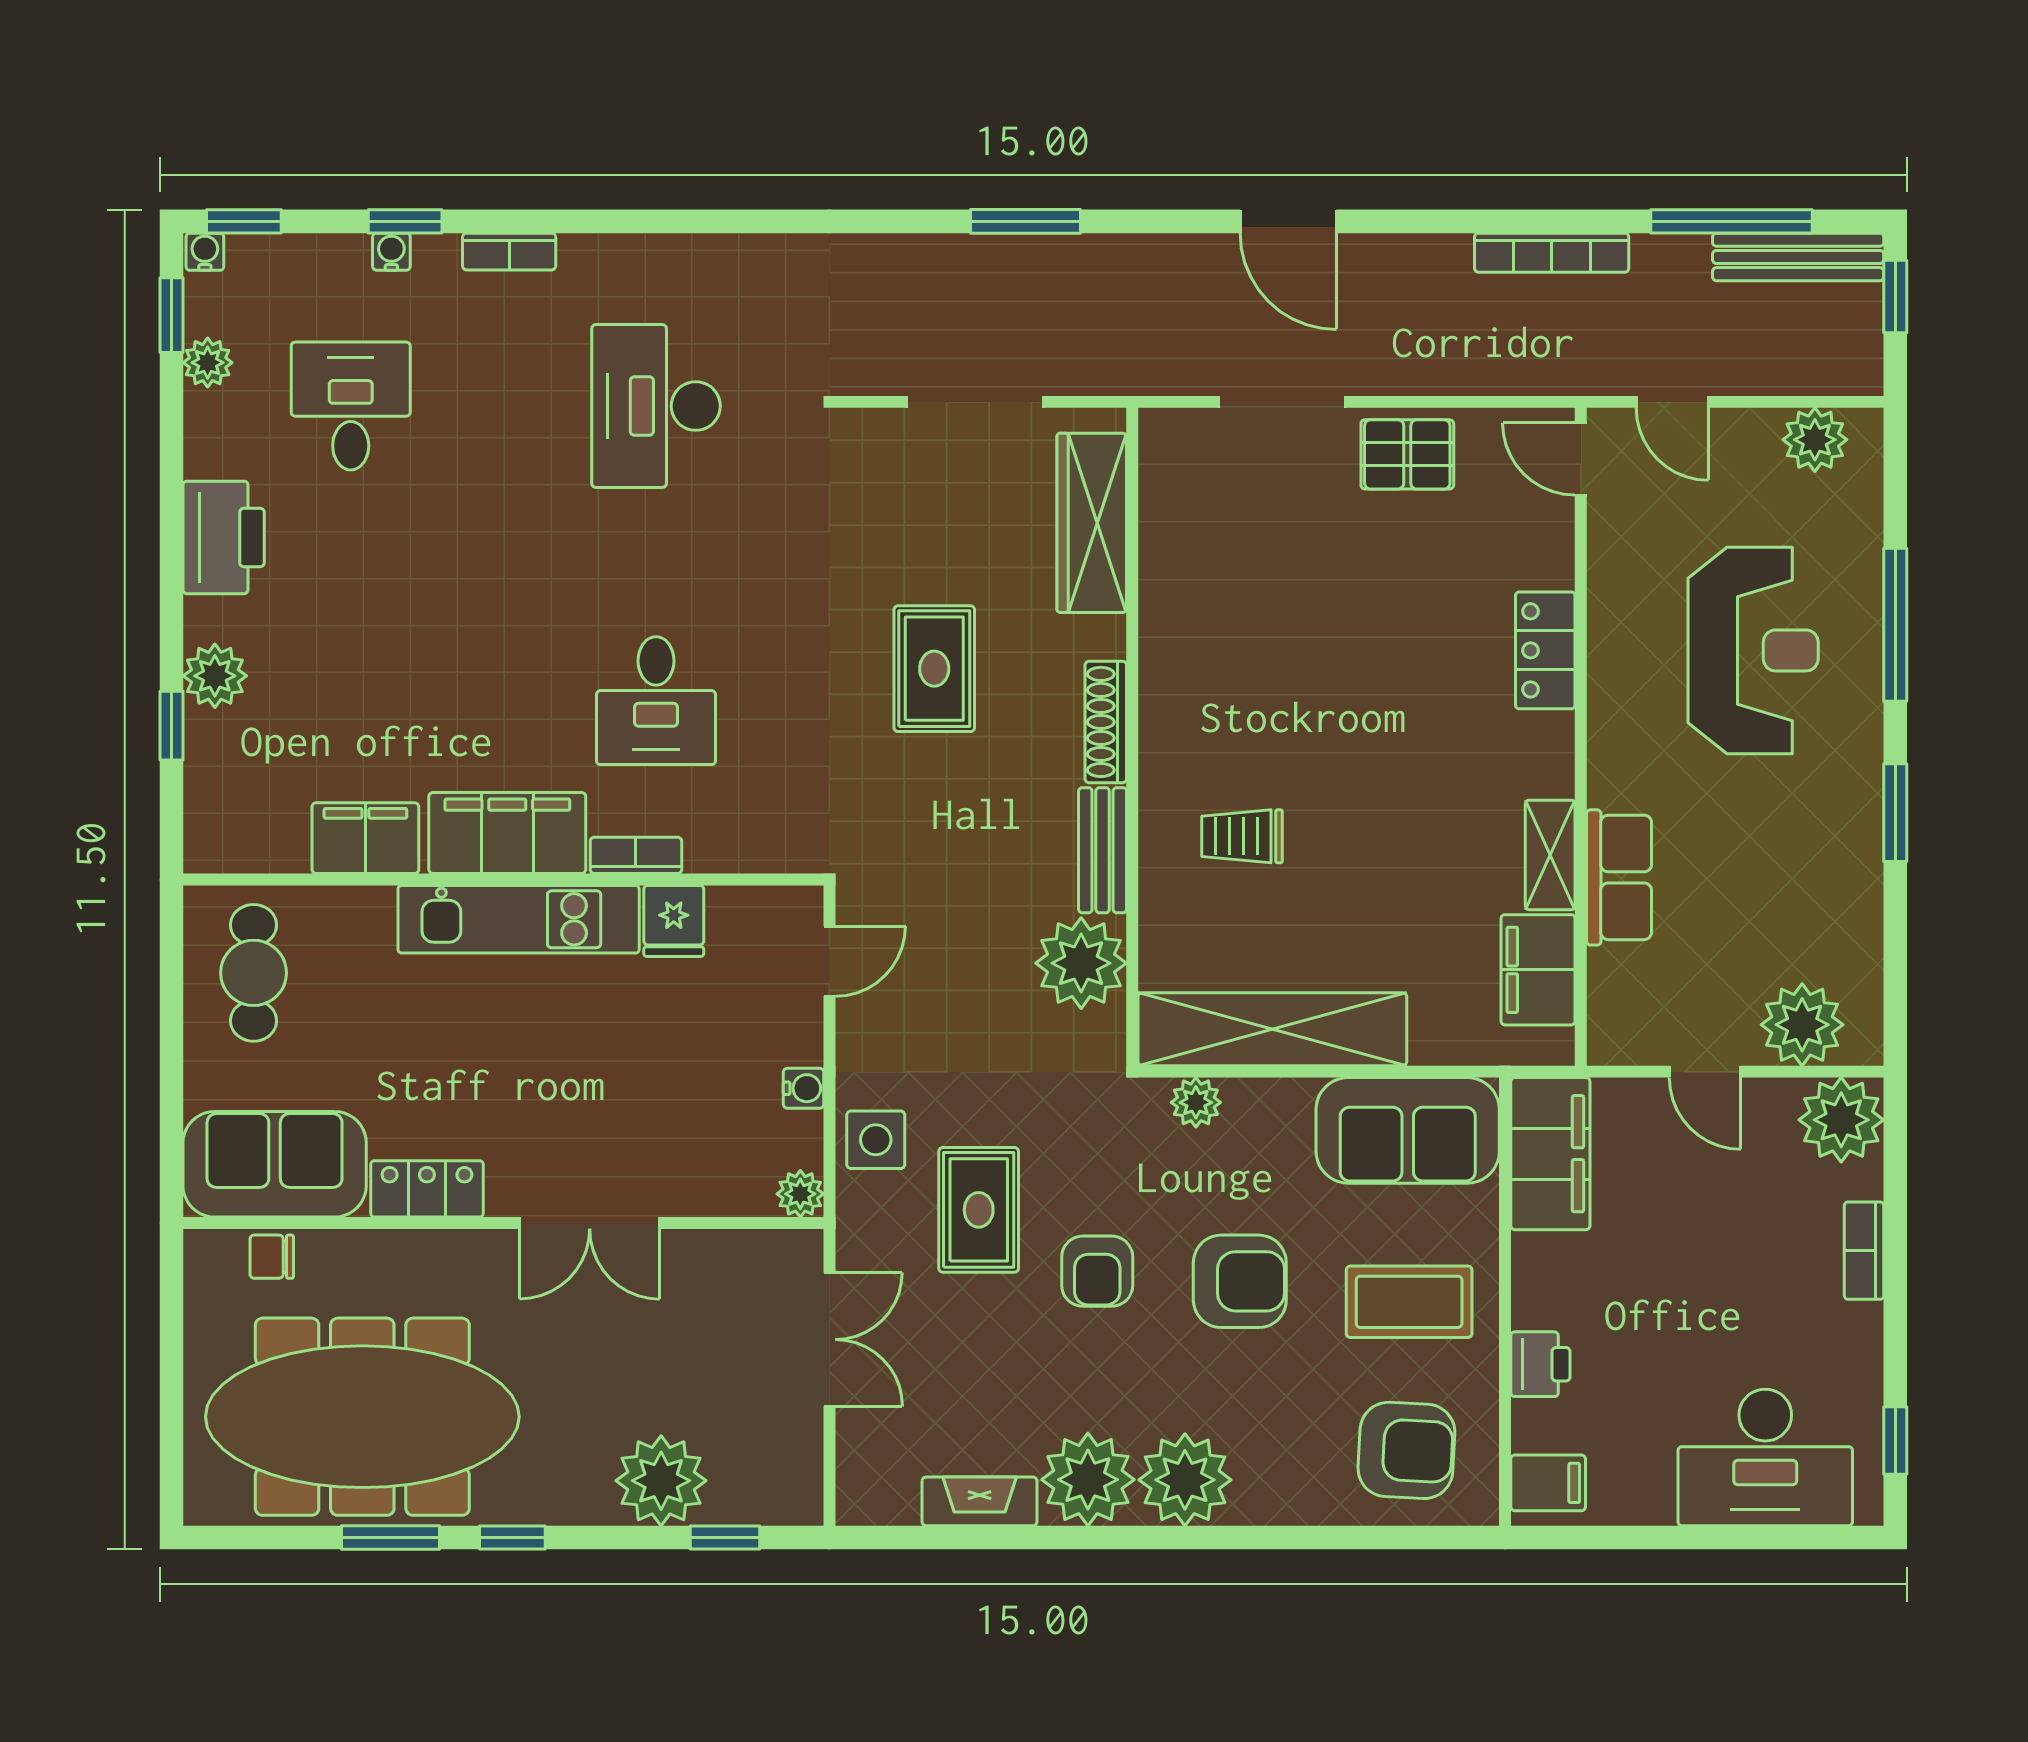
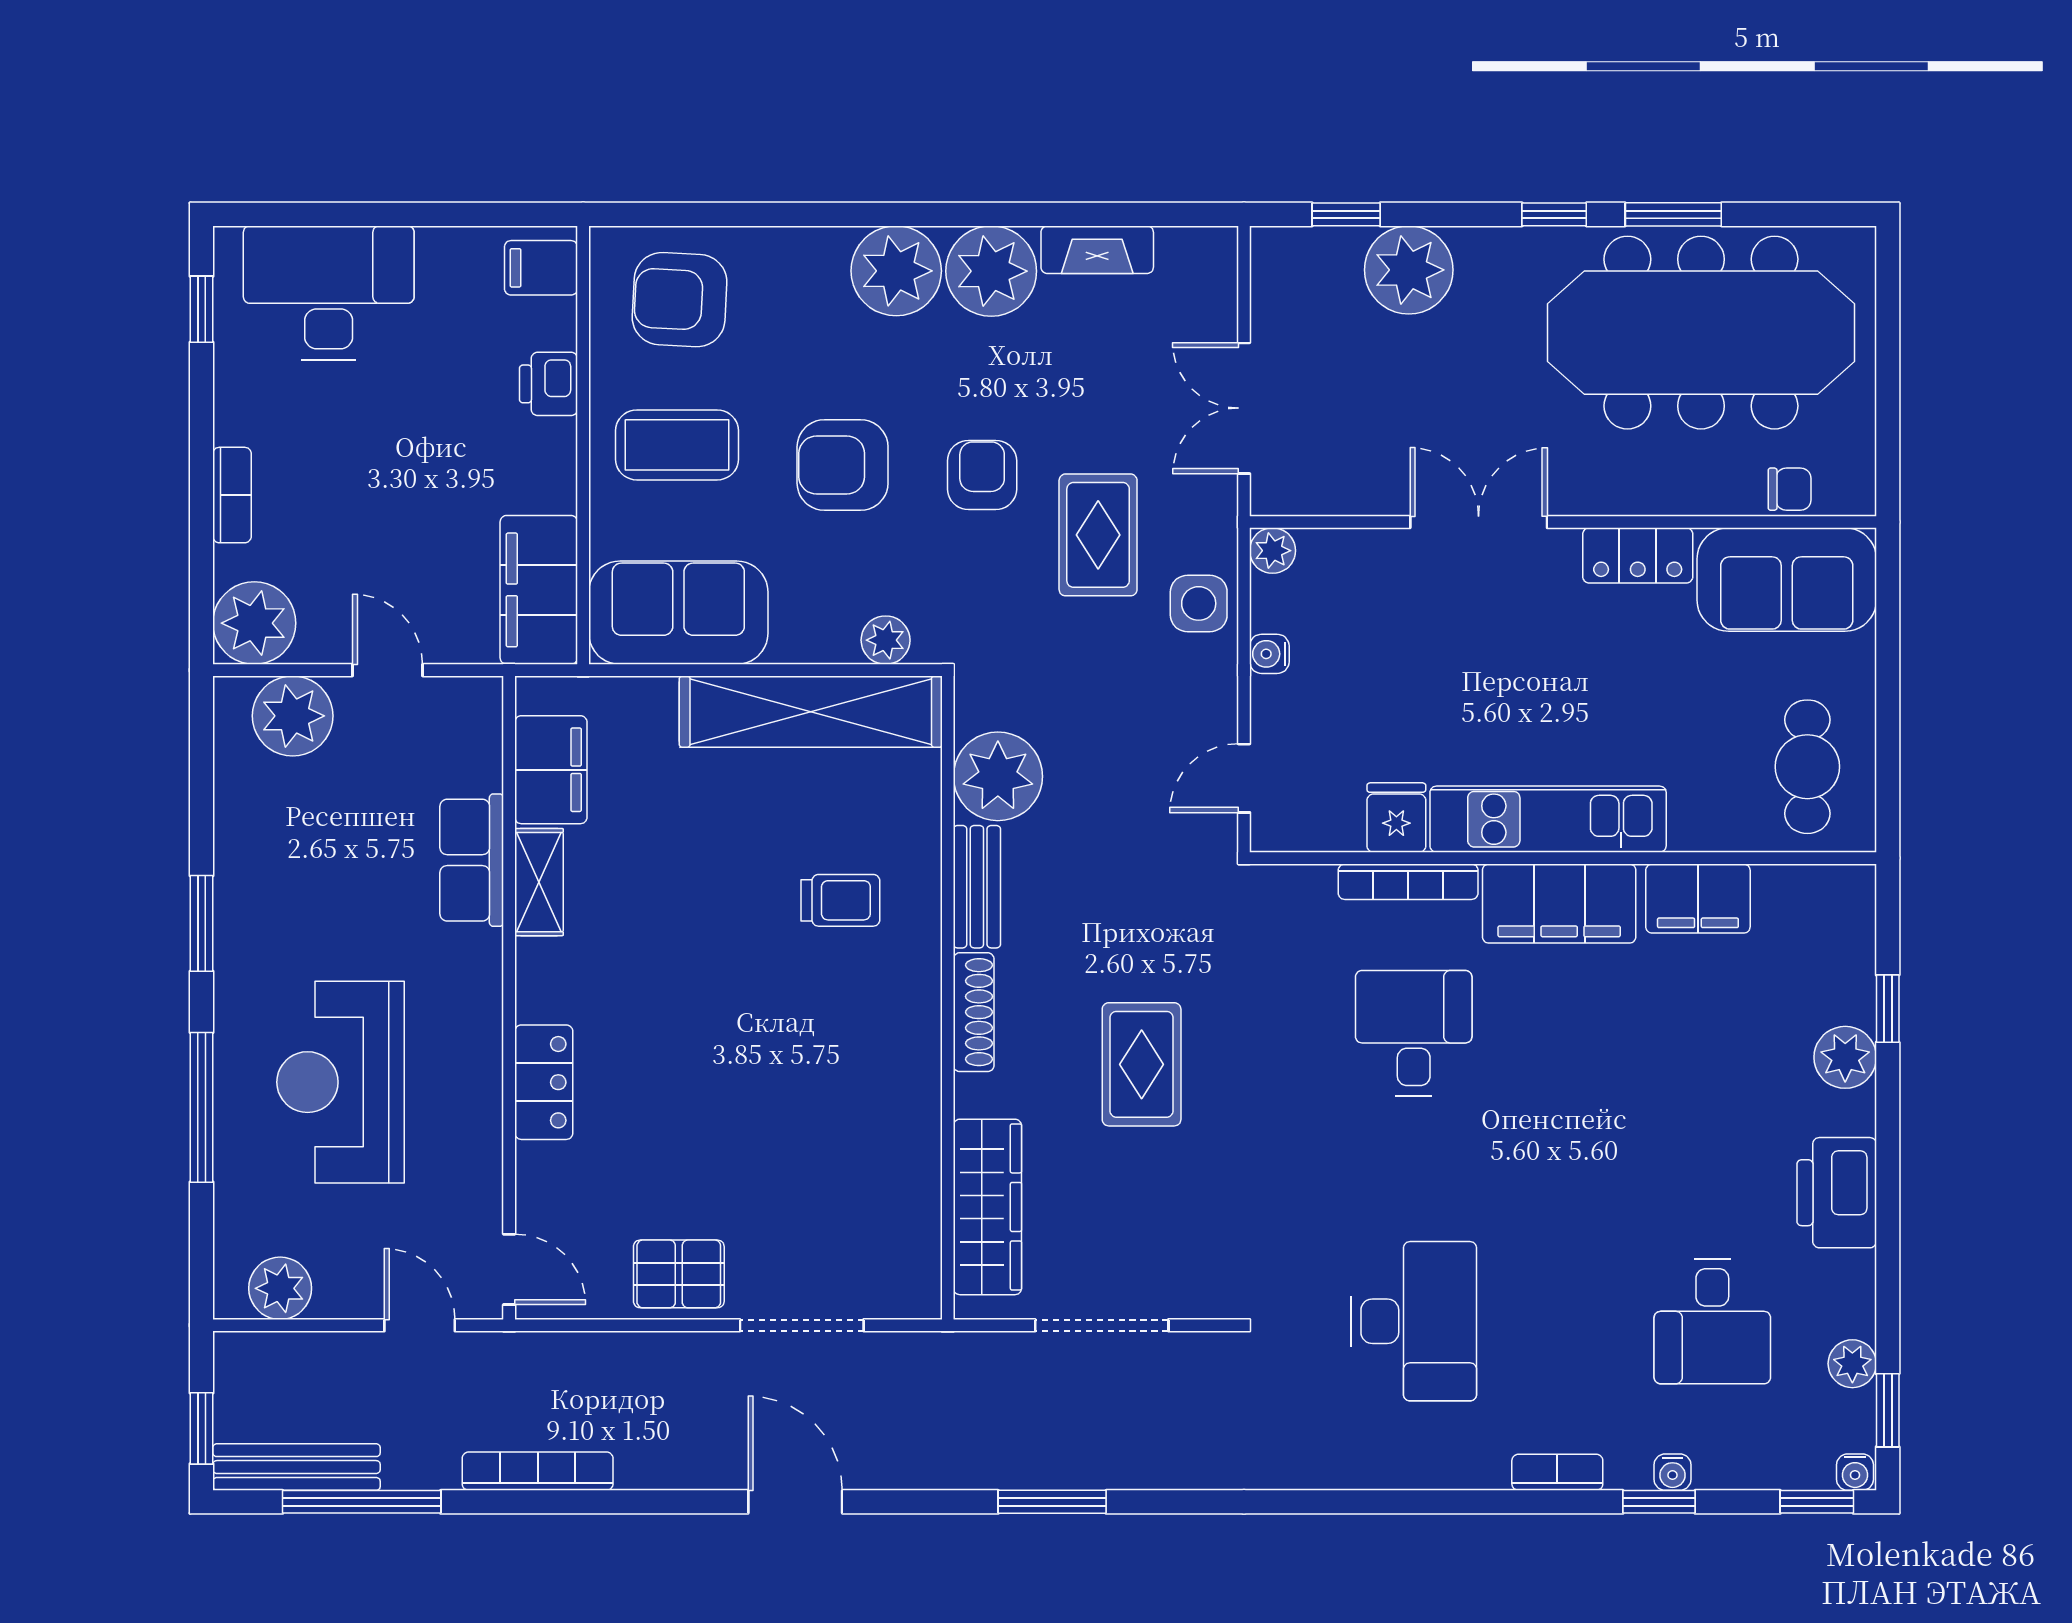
bookcase: (636, 855) -> (1408, 882), width x1.56

